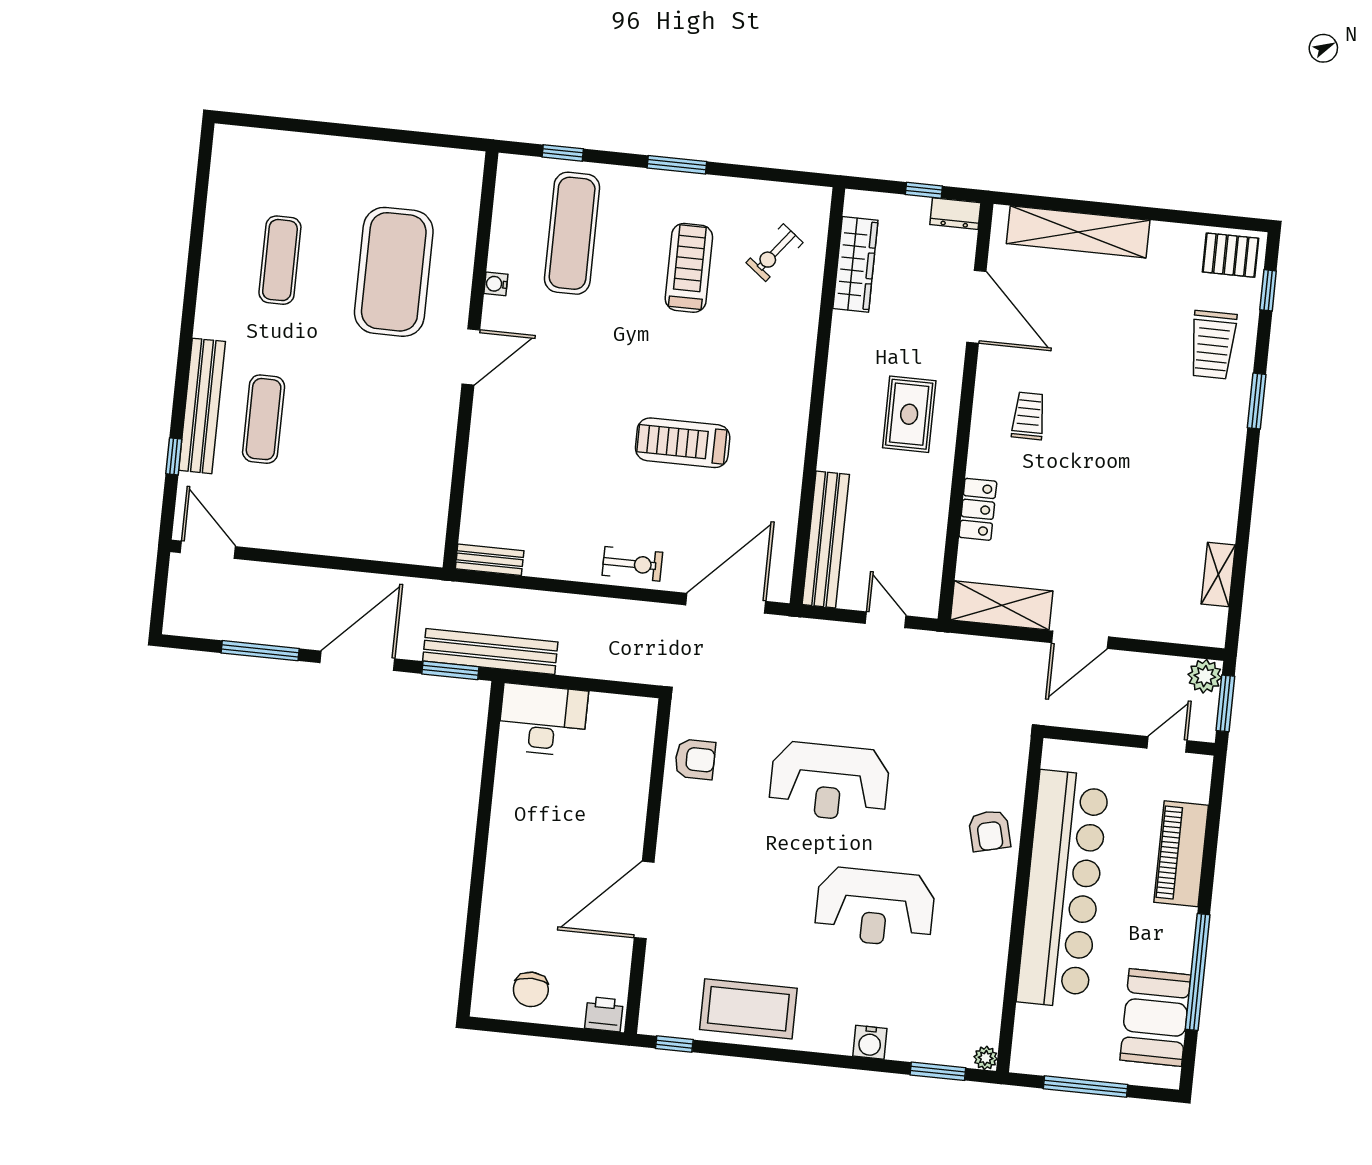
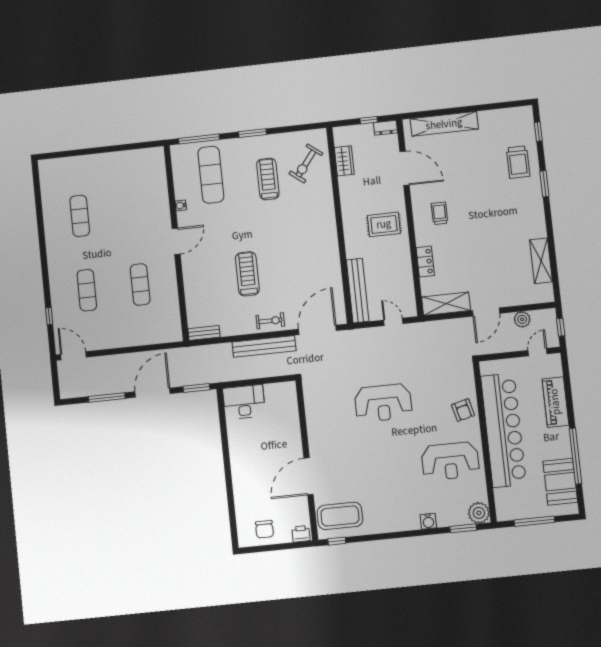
window: (563, 153) -> (199, 139), width x2.17
exercise bike: (774, 253) -> (306, 164), width x1.38, depth x1.39
pallet: (1231, 255) -> (517, 119), removed
wardrobe: (855, 264) -> (344, 161), width x0.67
exercise mat: (394, 272) -> (140, 284), moved, width x0.50, depth x0.69
bench: (202, 406) -> (57, 290), removed
rug: (909, 414) -> (384, 224), turned 90
treadmill: (683, 443) -> (247, 274), moved, turned 90
shelving: (1218, 574) -> (541, 261), width x1.50, depth x1.33
bench: (490, 652) -> (264, 346), moved
plant: (1205, 676) -> (522, 319), moved
window: (1225, 703) -> (561, 327), width x0.67
armchair: (695, 759) -> (318, 405), removed
reception desk: (875, 907) -> (450, 461), moved
coffee table: (748, 1009) -> (340, 516), moved
plant: (986, 1058) -> (479, 513), width x1.87, depth x1.87

